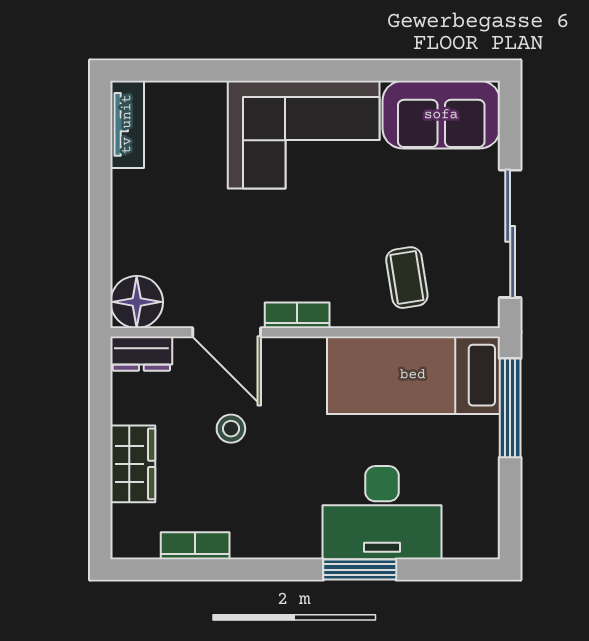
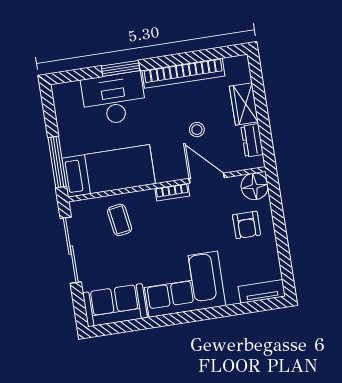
tv unit: (127, 124) -> (262, 291), moved, turned 90
armchair: (164, 230) -> (247, 225), added
dresser: (141, 354) -> (252, 140), moved, turned -90
bookcase: (195, 546) -> (183, 73), width x2.31, depth x1.31

